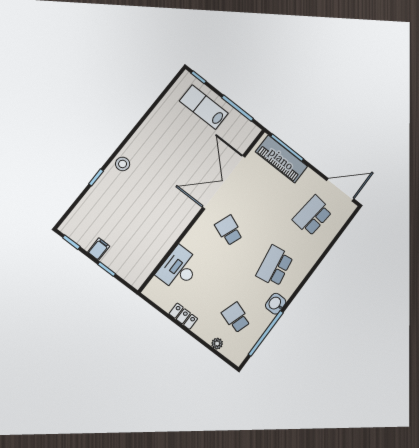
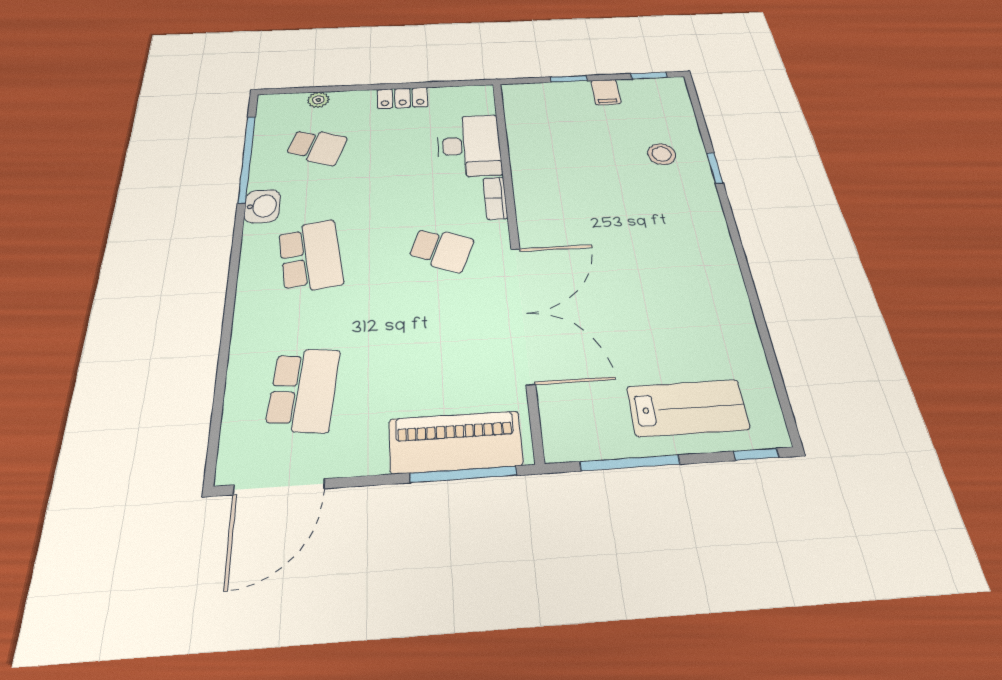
stool: (123, 164) -> (662, 154), moved
bookcase: (191, 236) -> (495, 198), added

